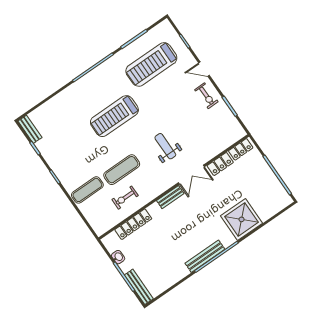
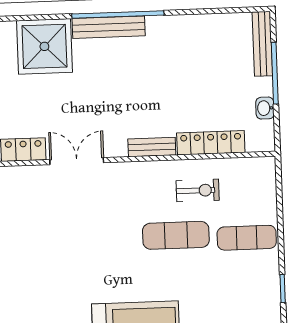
weight bench: (165, 146) -> (88, 229), removed
bench: (170, 197) -> (152, 147), moved
bench: (205, 256) -> (109, 27), moved

